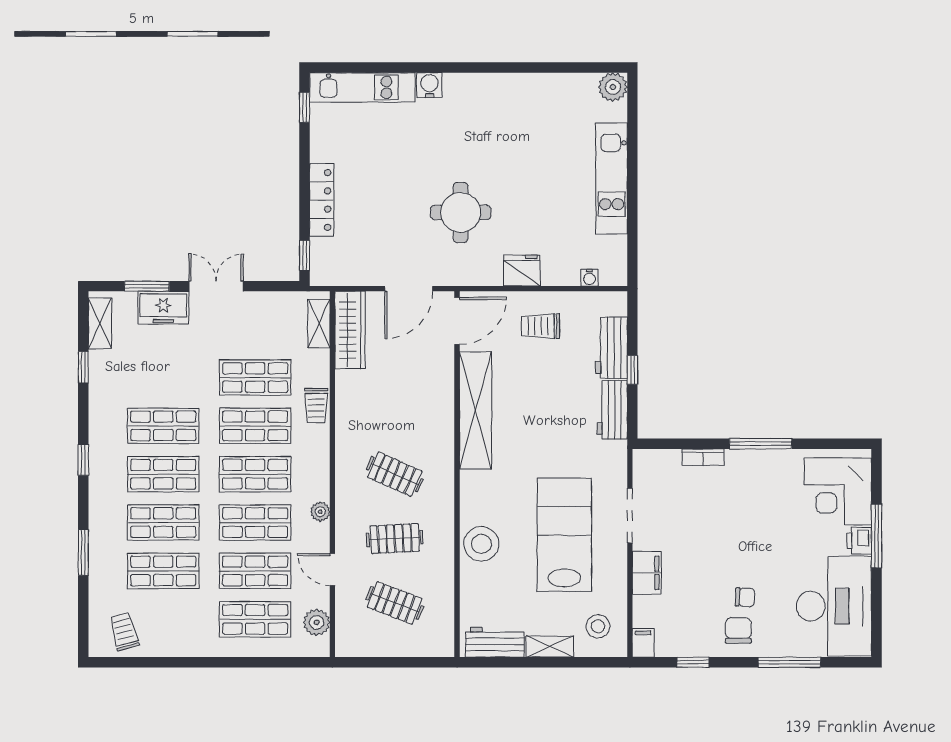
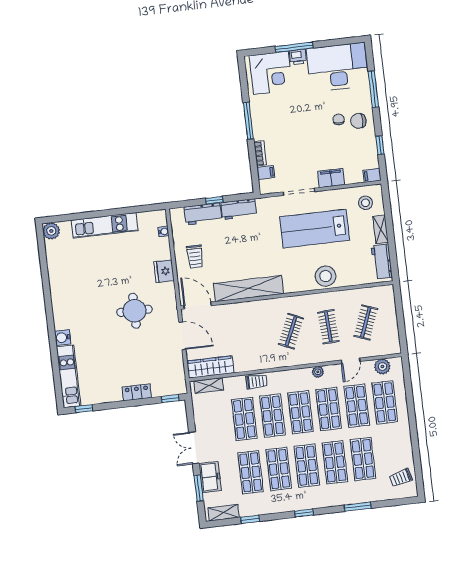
locker: (322, 200) -> (137, 392), width x0.66
shop shelf: (163, 378) -> (251, 472), added
filing cabinet: (669, 463) -> (266, 172), added

